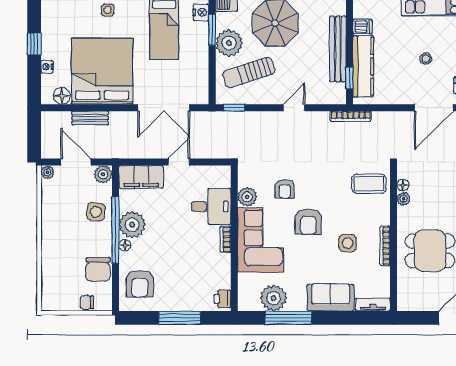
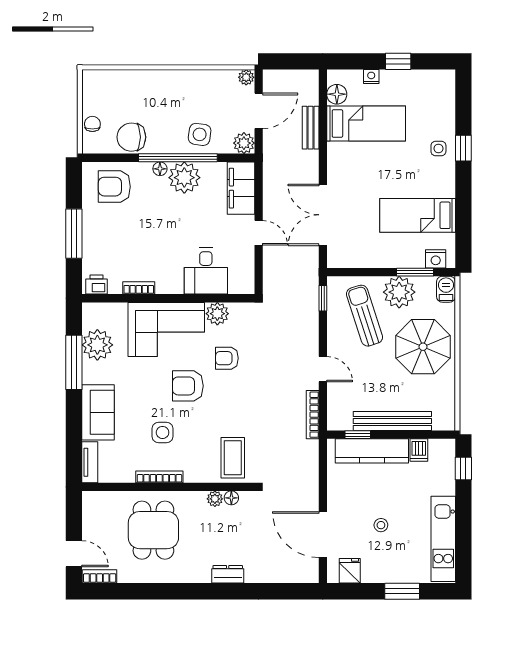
bed: (102, 71) -> (366, 123), width x0.49
bookcase: (351, 116) -> (313, 415), moved
bookcase: (225, 239) -> (139, 288), moved

